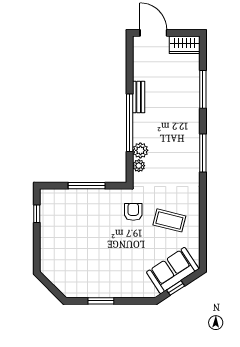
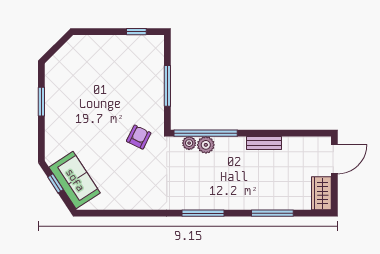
window: (130, 123) -> (206, 133), moved
armchair: (133, 212) -> (139, 137), turned -64
coffee table: (169, 220) -> (129, 177), removed

